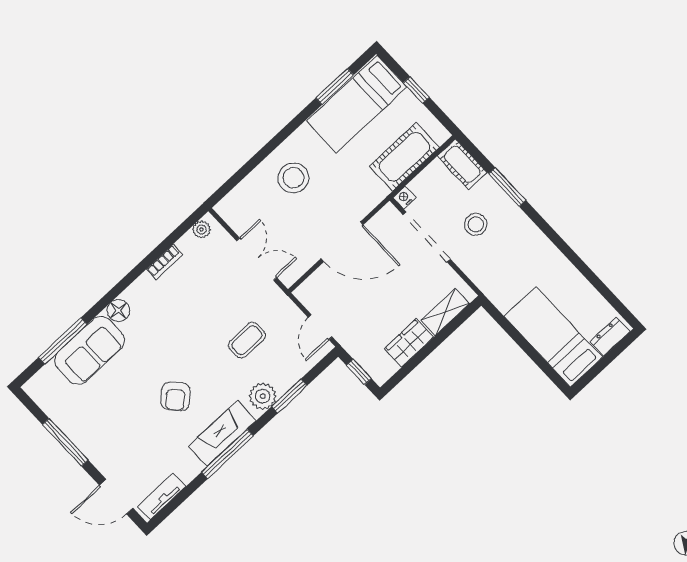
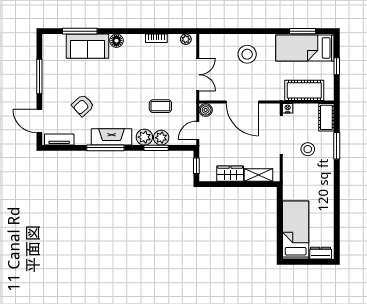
boiler: (306, 293) -> (206, 110), added
plant: (284, 378) -> (161, 138), added
armchair: (176, 396) -> (83, 105), moved

